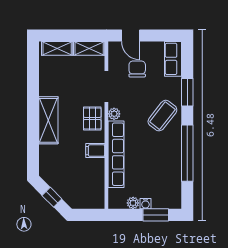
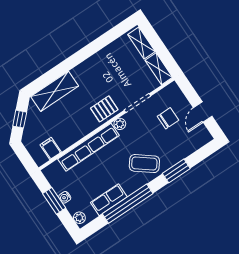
door: (131, 35) -> (203, 112), moved
row of seats: (173, 59) -> (109, 200), moved
shelving: (48, 120) -> (55, 91), moved
filing cabinet: (95, 151) -> (51, 148), moved
plant: (133, 203) -> (79, 218), moved
window: (156, 215) -> (54, 201), moved

